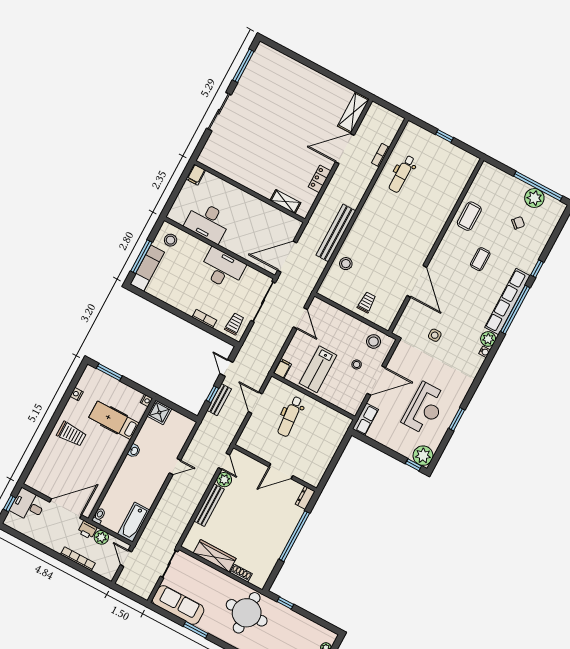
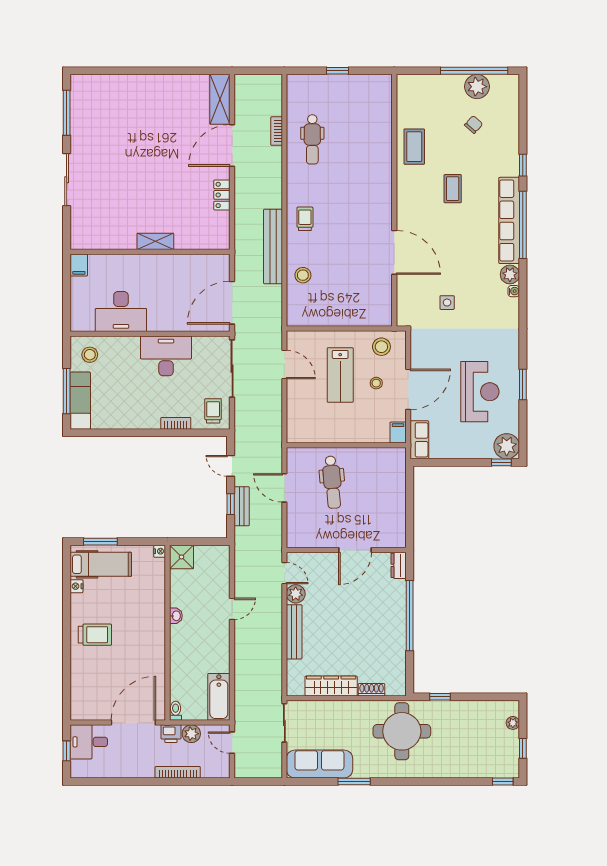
shelving: (285, 202) -> (155, 241), moved
trolley: (367, 302) -> (305, 219), moved
filing cabinet: (282, 369) -> (398, 433), moved
lab bench: (318, 369) -> (340, 375), moved
hospital bed: (114, 420) -> (101, 564), moved, turned 180

